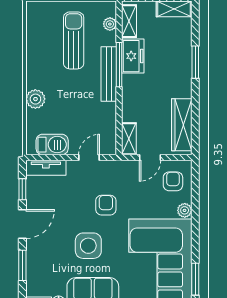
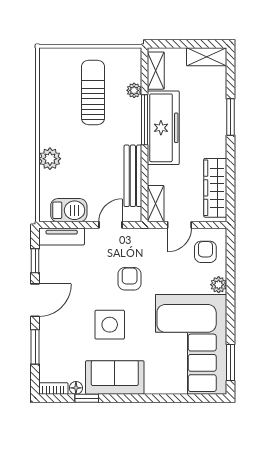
plant: (110, 24) -> (134, 90), moved
freezer: (133, 56) -> (163, 128), width x1.91, depth x1.26
bench: (109, 74) -> (133, 176), moved

